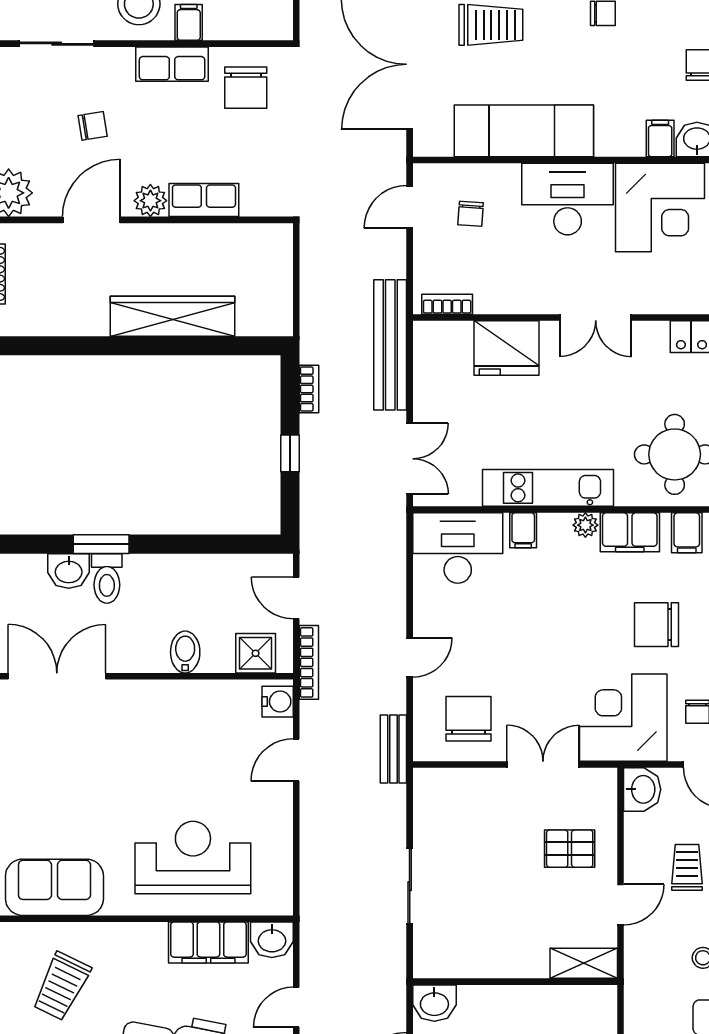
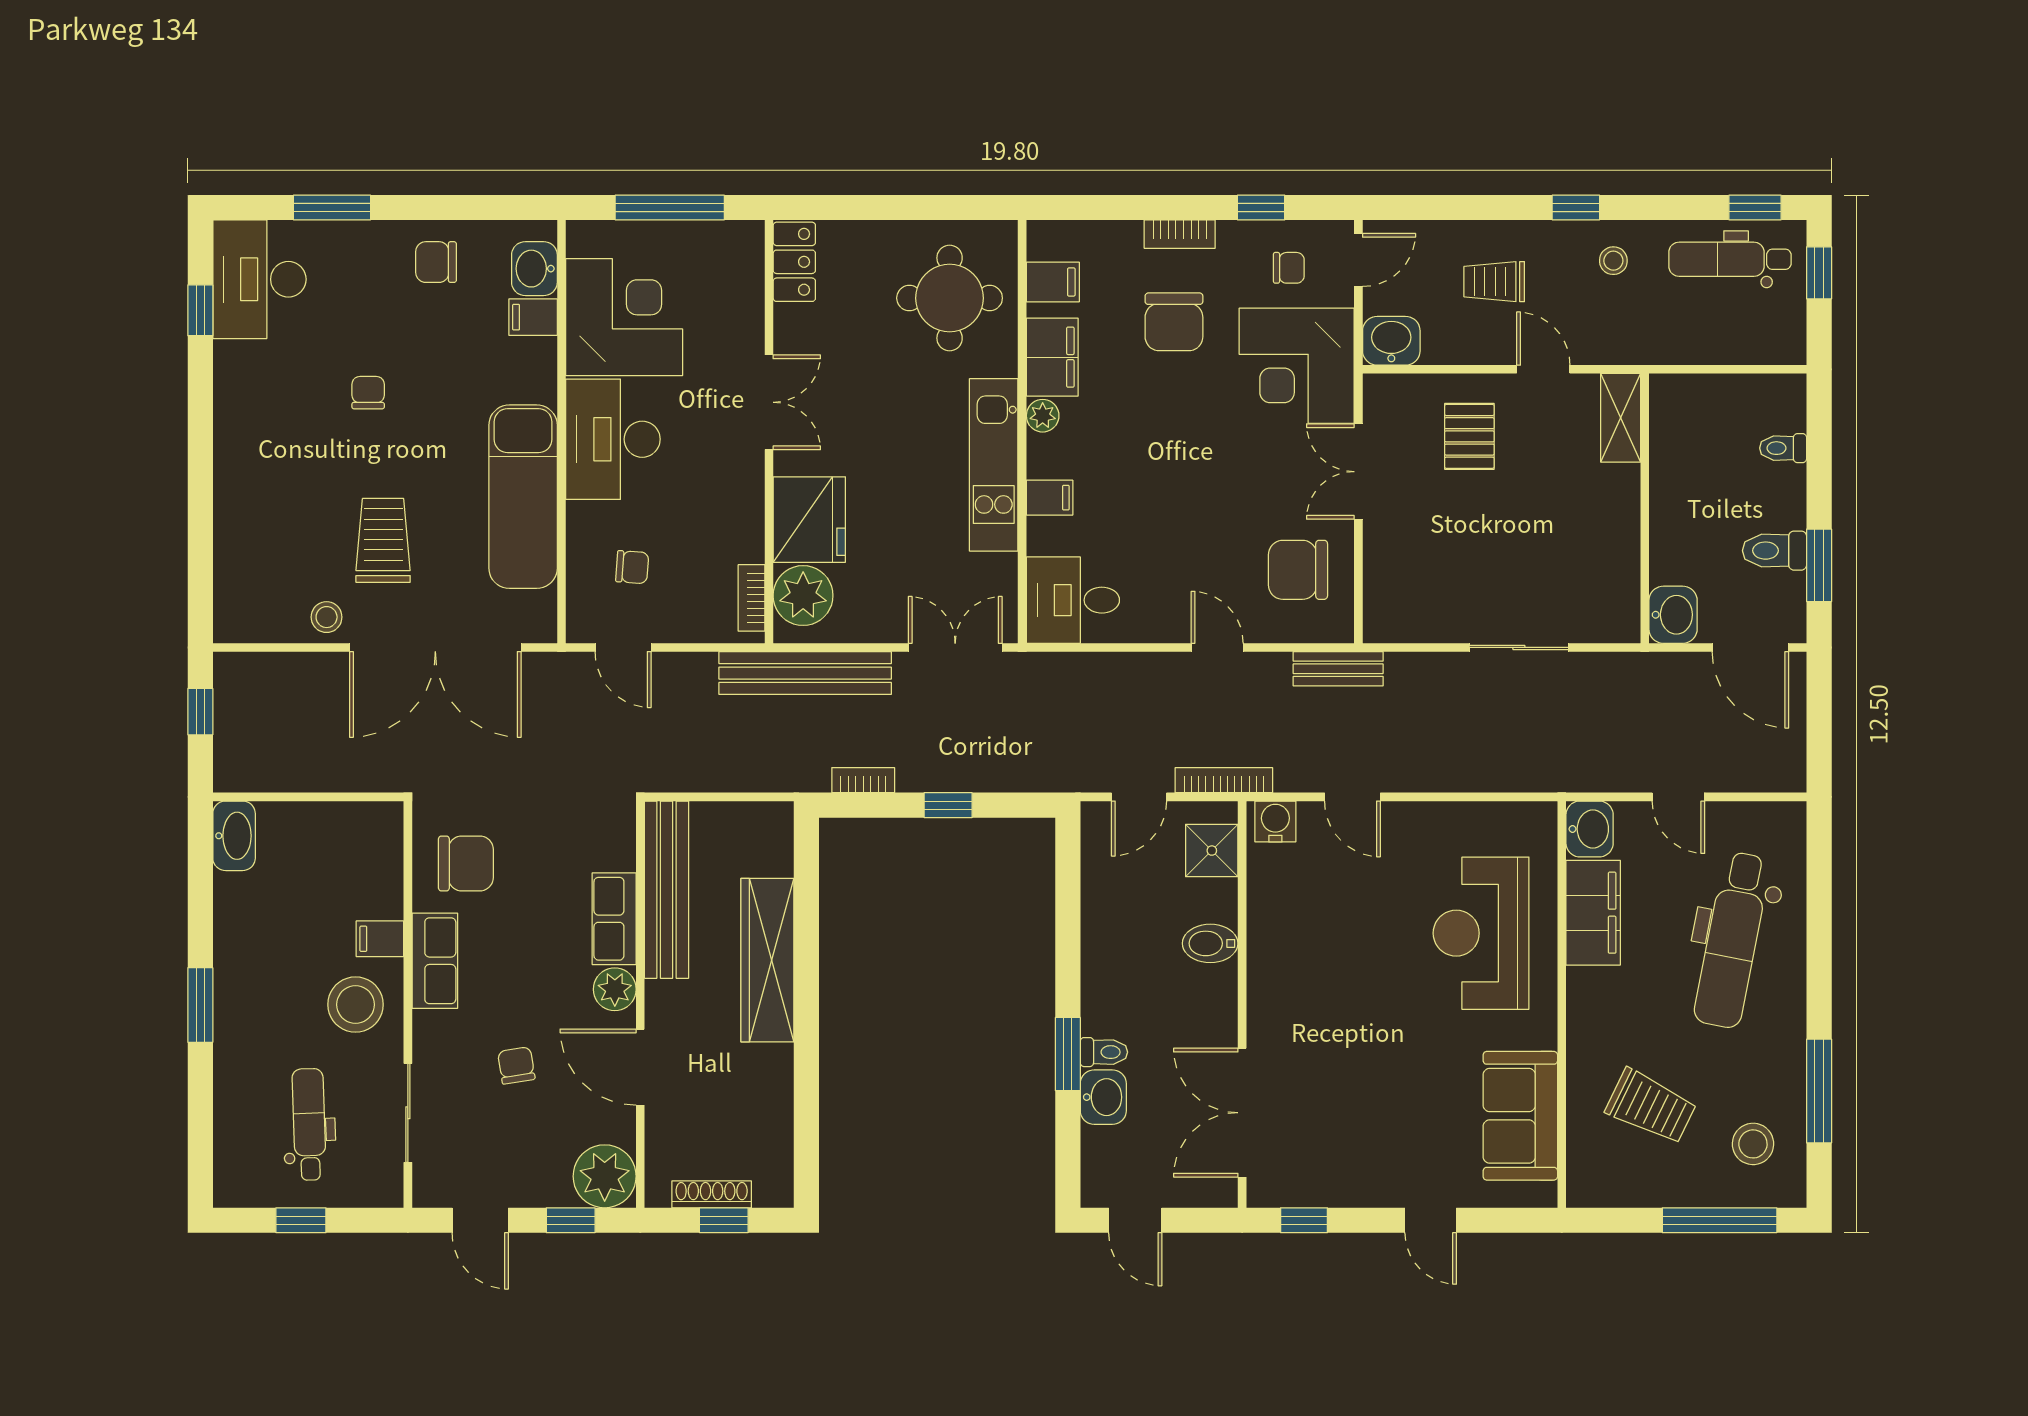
bench: (226, 240) -> (666, 890), added
plant: (449, 343) -> (803, 596), added
desk: (458, 548) -> (1073, 600), width x0.73
toilet: (107, 578) -> (1104, 1052), width x0.73, depth x0.72

